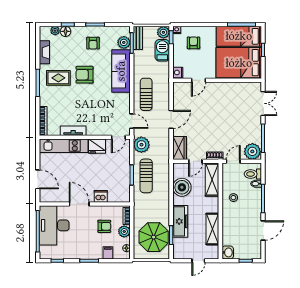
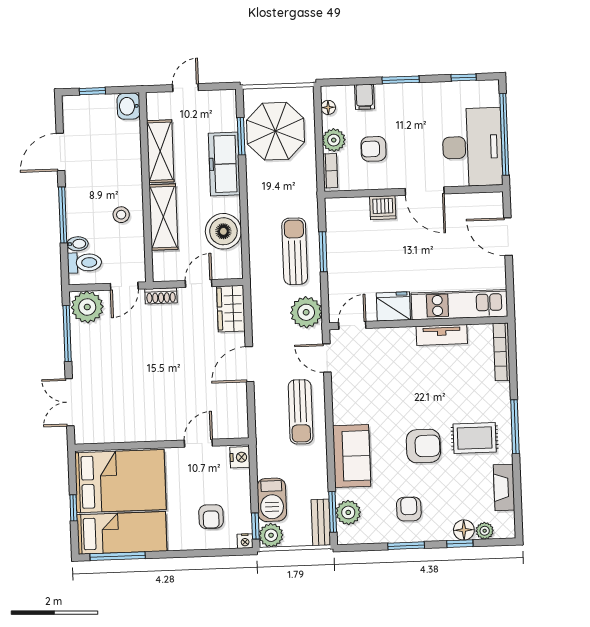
sofa: (121, 71) -> (352, 456), width x0.73
shelving: (212, 180) -> (163, 217), moved

